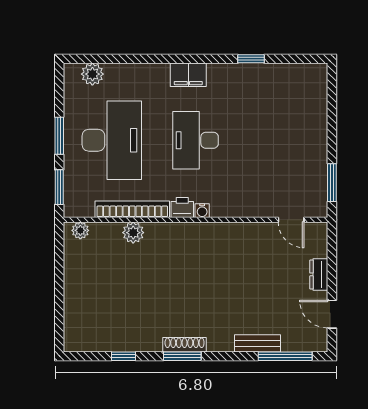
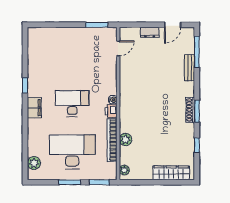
window: (251, 59) -> (25, 85), moved
desk: (196, 140) -> (72, 104), turned 180
wardrobe: (75, 312) -> (171, 173), added

